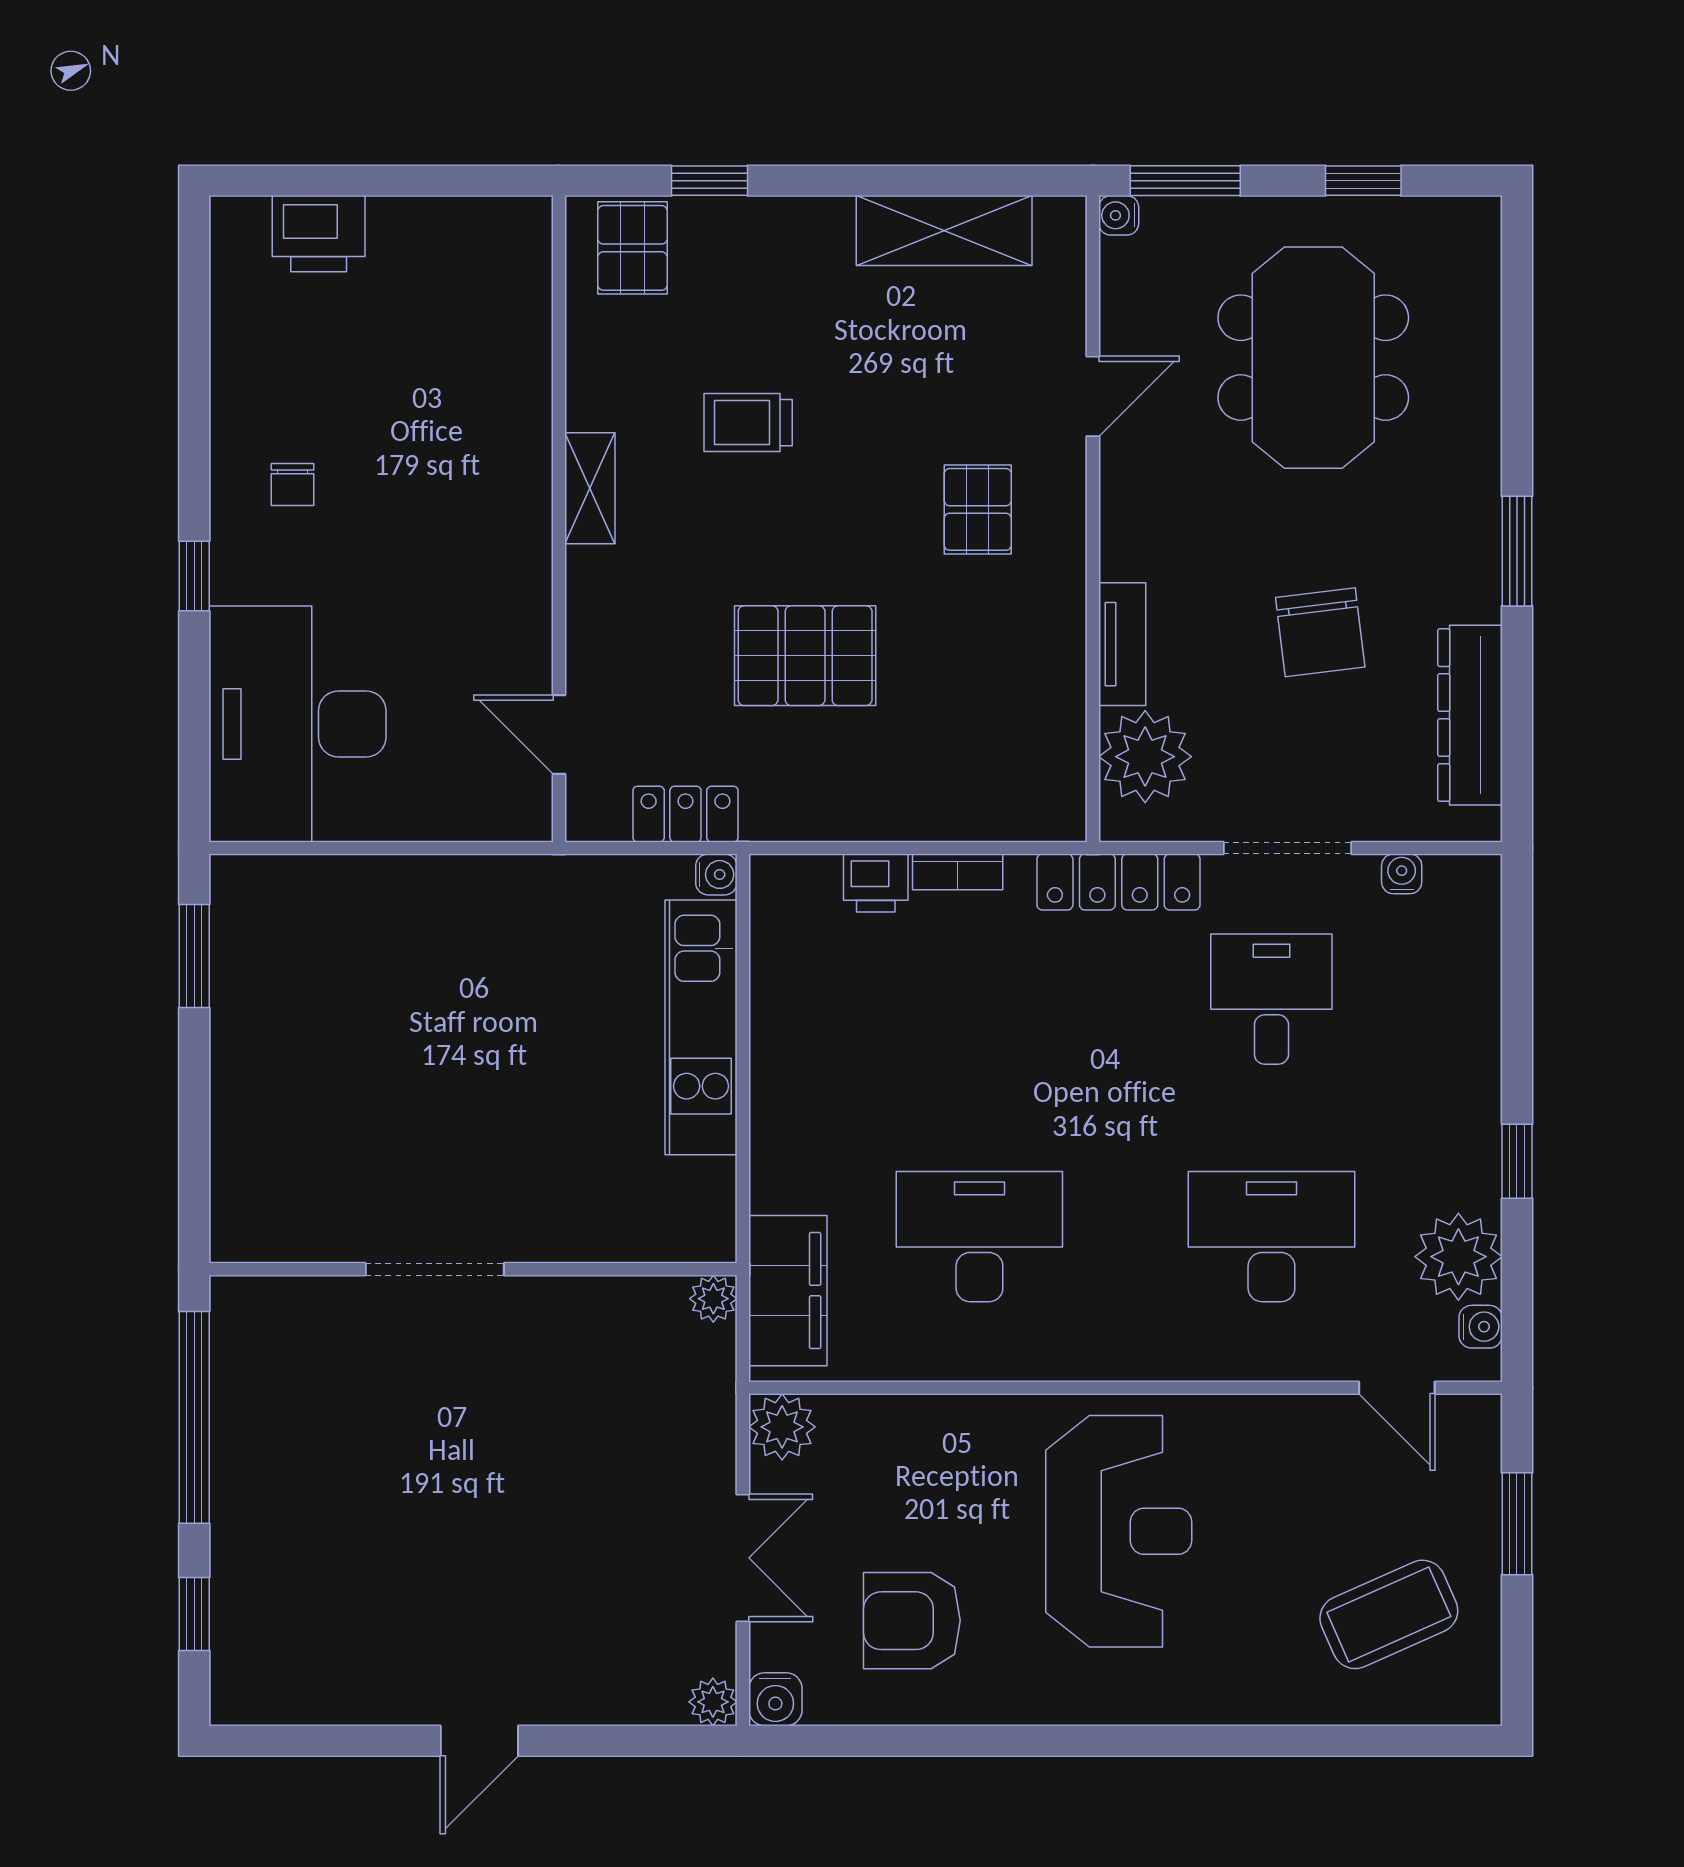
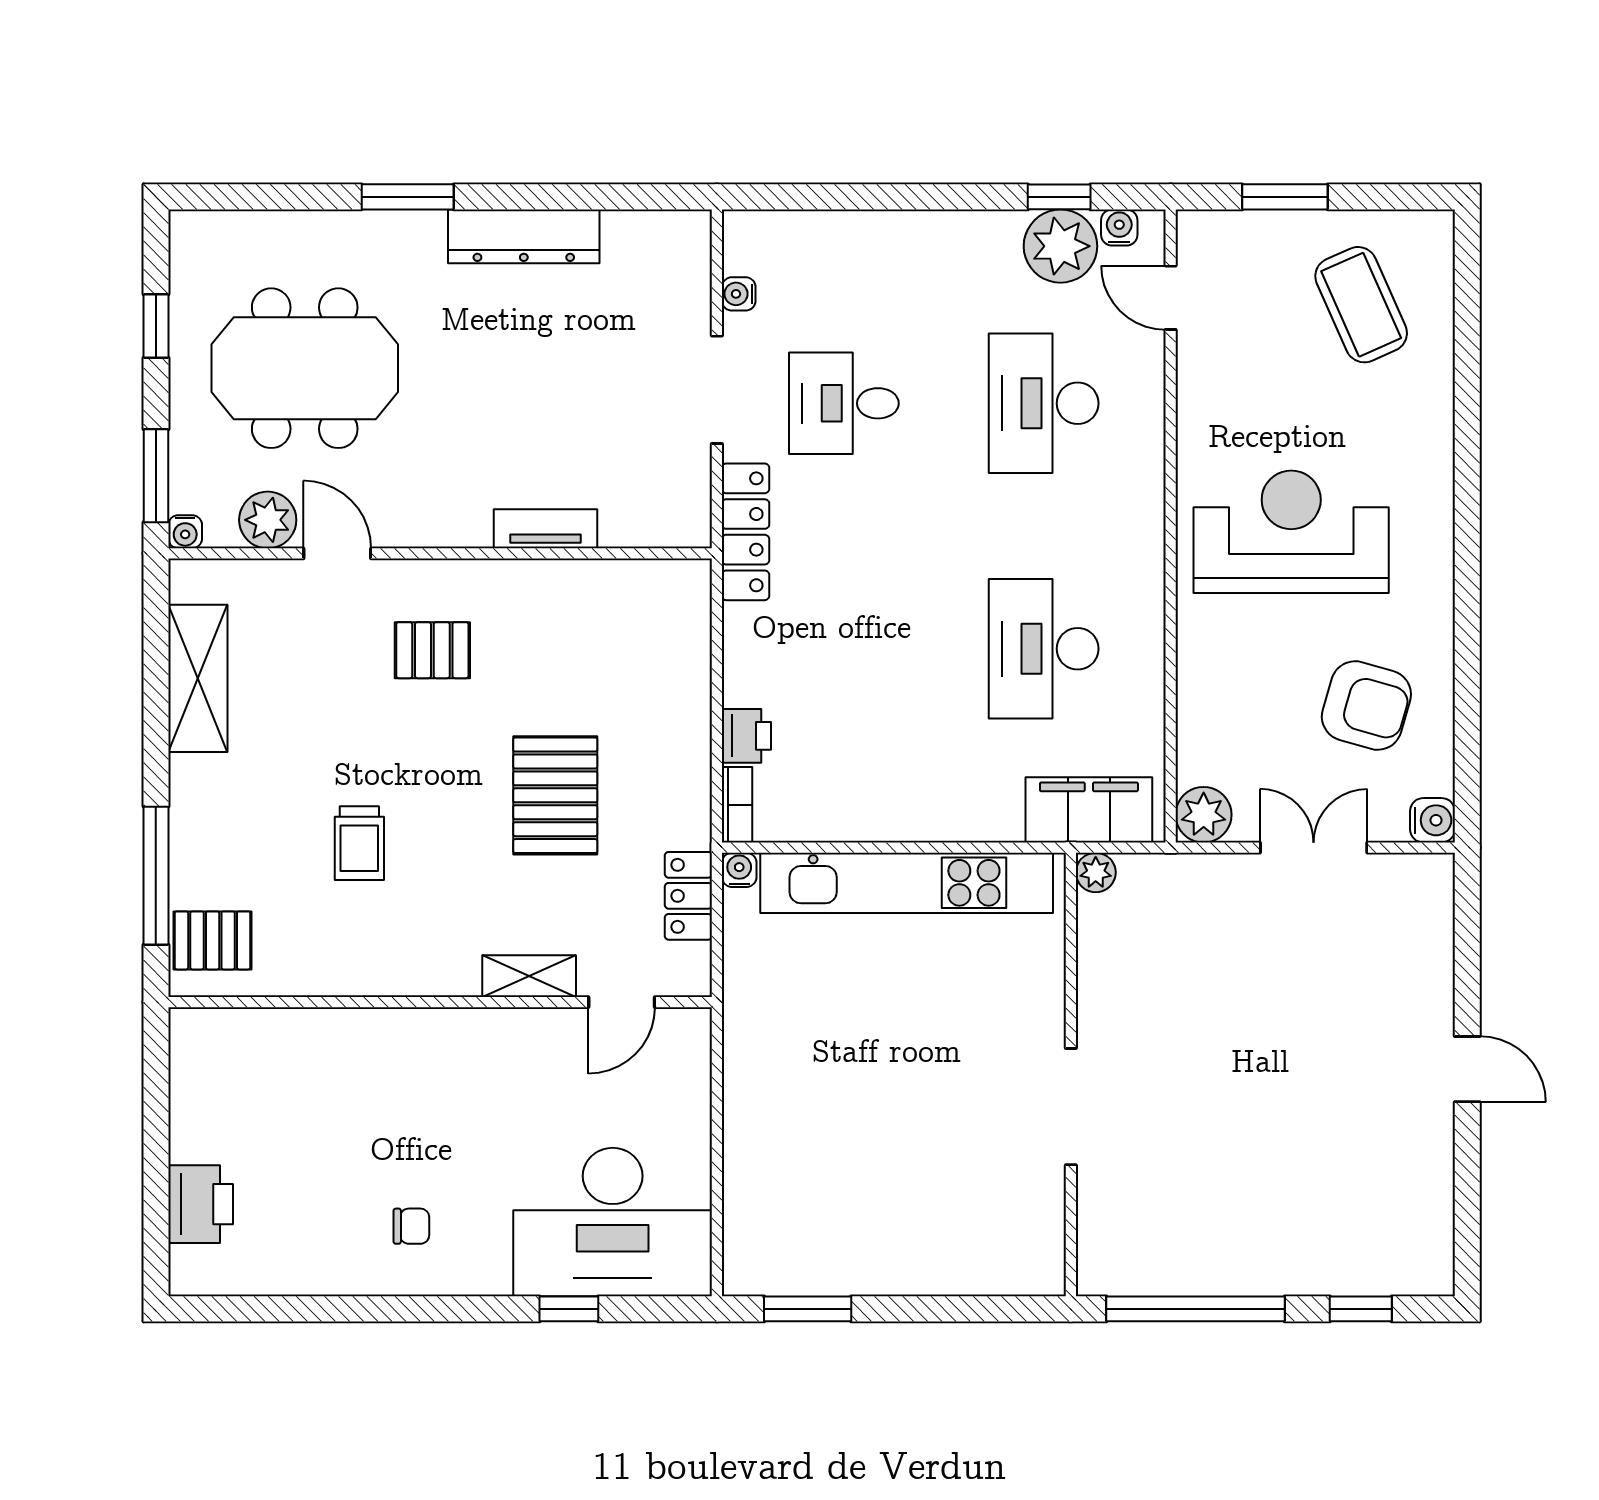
window: (710, 181) -> (156, 876), width x2.17
shelving: (590, 488) -> (529, 976), moved
window: (1517, 551) -> (408, 197), moved
window: (194, 576) -> (569, 1309), moved
chair: (1320, 632) -> (536, 362), removed
dresser: (1470, 715) -> (524, 236), moved
plant: (1145, 757) -> (268, 520), moved, width x0.73, depth x0.73
bookcase: (958, 872) -> (737, 805), moved
kitchen unit: (701, 1027) -> (907, 883), width x1.36
window: (1517, 1161) -> (1059, 197), moved
door: (1397, 1388) -> (1171, 298), swing flipped
armchair: (912, 1621) -> (1366, 706), turned -74
plant: (713, 1702) -> (1435, 873), removed

